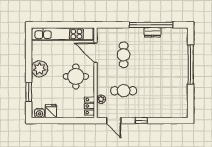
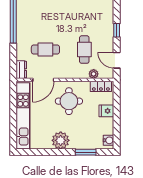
dresser: (153, 32) -> (21, 70), moved
fridge: (51, 111) -> (106, 111), moved
door: (114, 121) -> (117, 60), swing flipped

